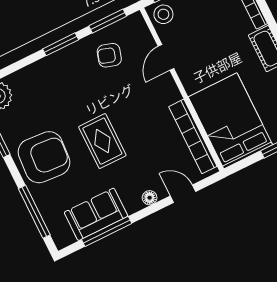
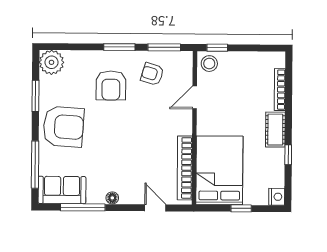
armchair: (72, 89) -> (111, 85), added
rug: (102, 141) -> (114, 137), removed
floor lamp: (150, 198) -> (112, 198), moved
sofa: (96, 214) -> (62, 190), moved

